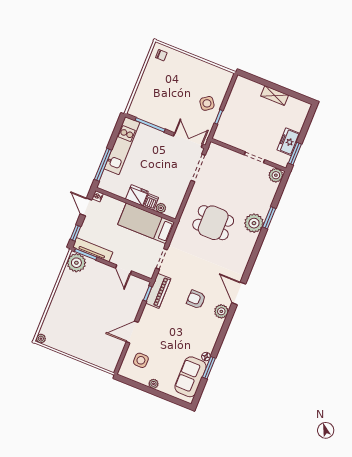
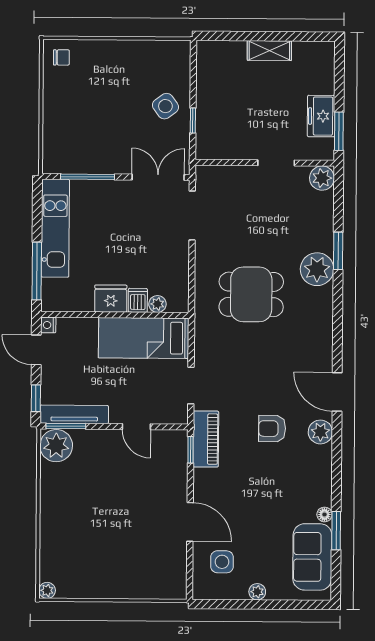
door: (132, 332) -> (190, 522), swing flipped

